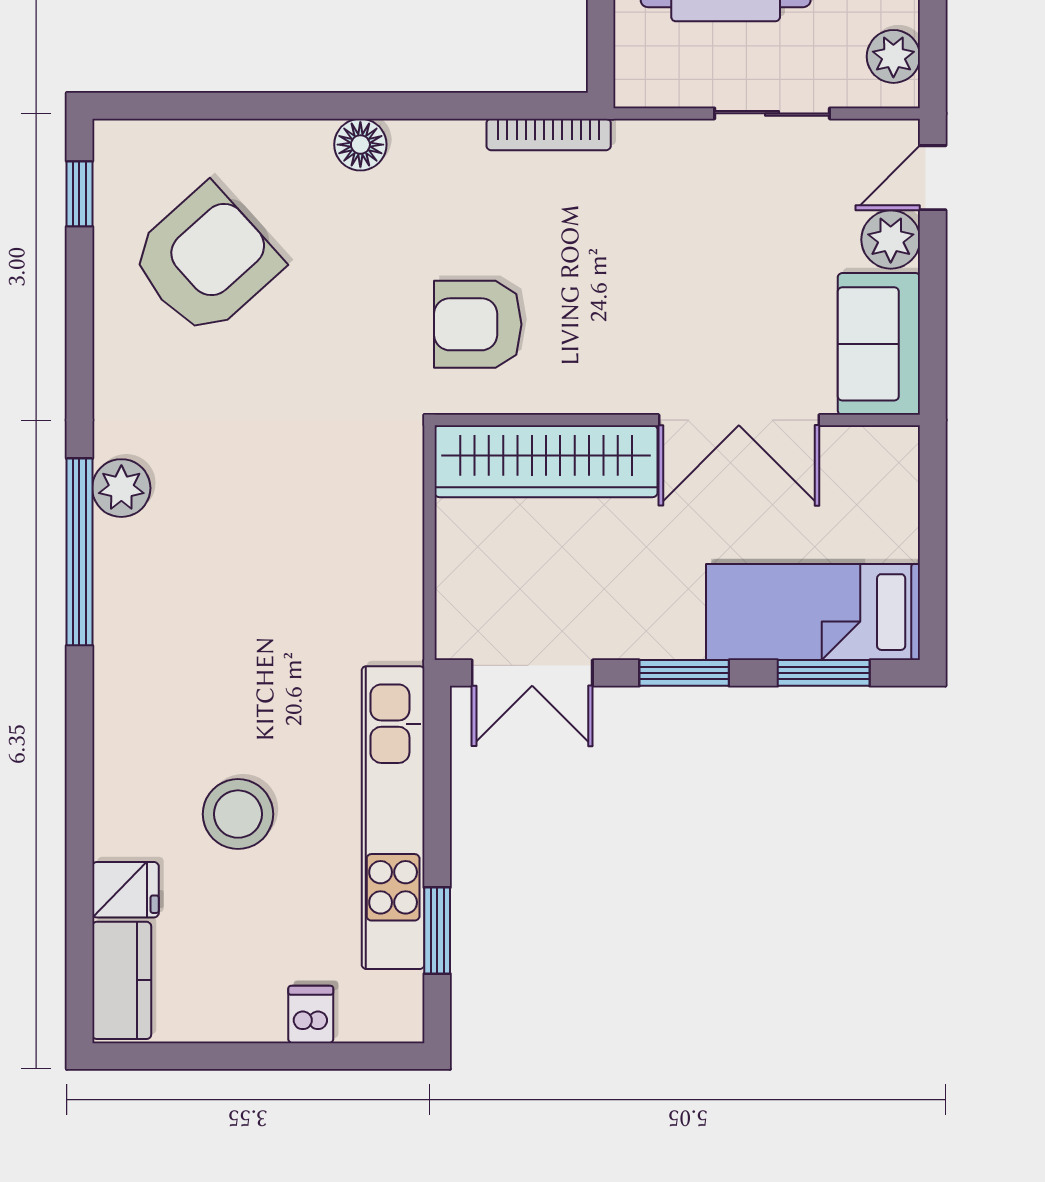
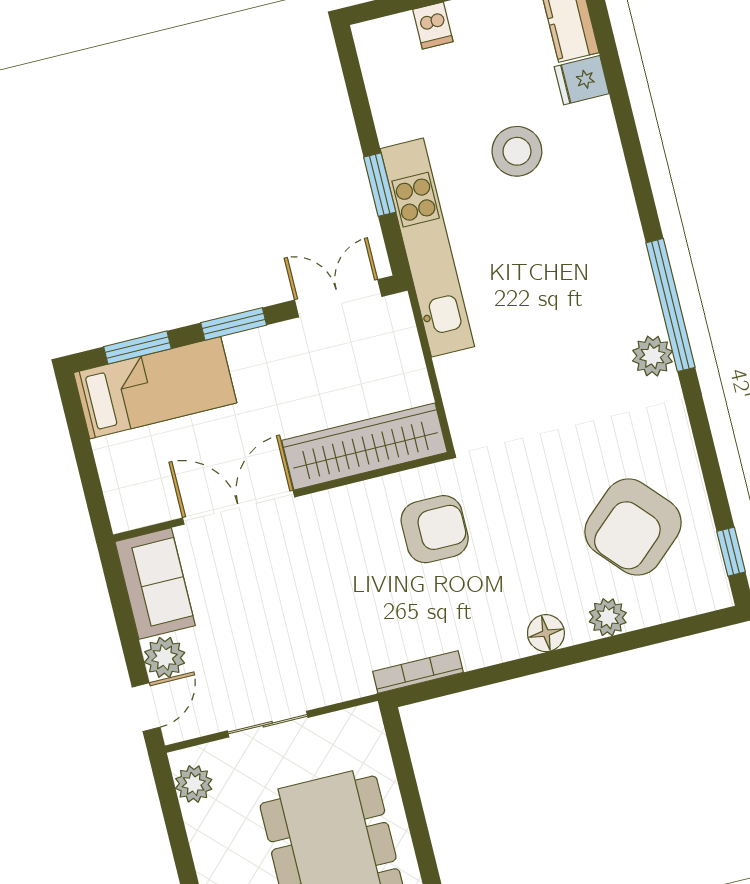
plant: (270, 146) -> (608, 617), added
kitchen unit: (393, 818) -> (427, 248), moved
window: (437, 931) -> (380, 185), moved

